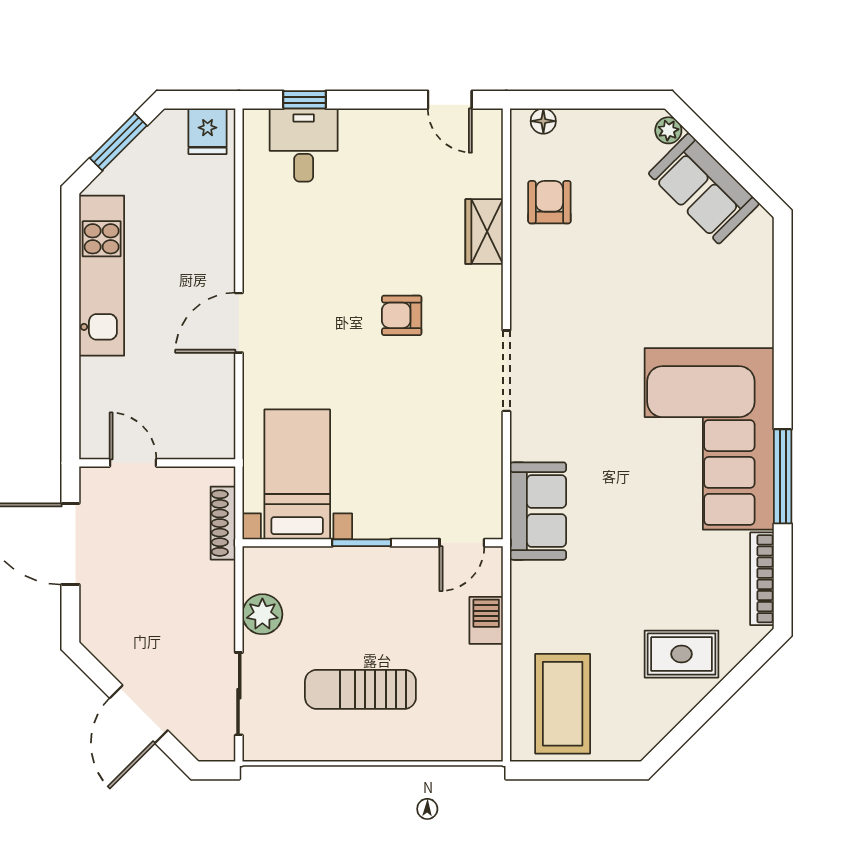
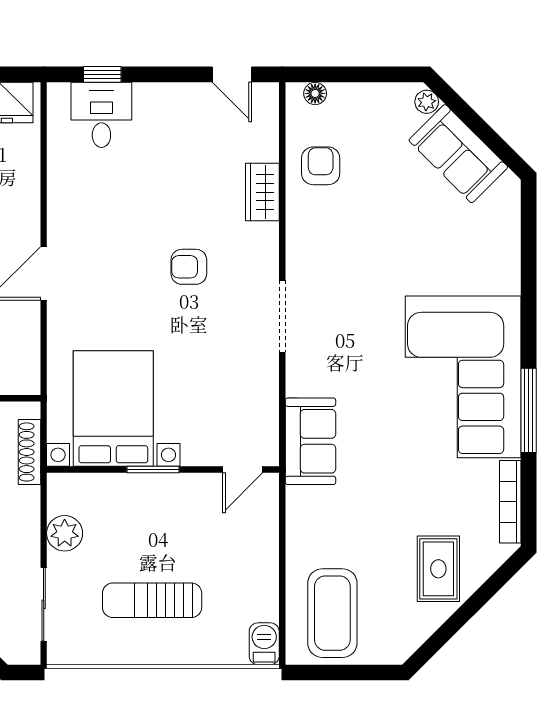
bed with nightstands: (297, 474) -> (113, 409), width x1.36
barbecue: (486, 620) -> (264, 644), moved
rug: (682, 654) -> (438, 569), turned 90

